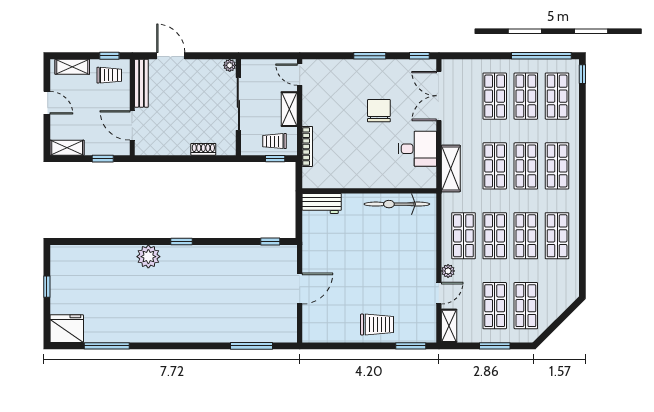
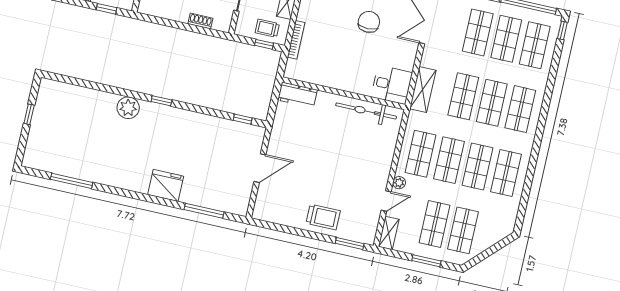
desk: (417, 149) -> (392, 85), moved
fridge: (67, 329) -> (166, 185), moved

